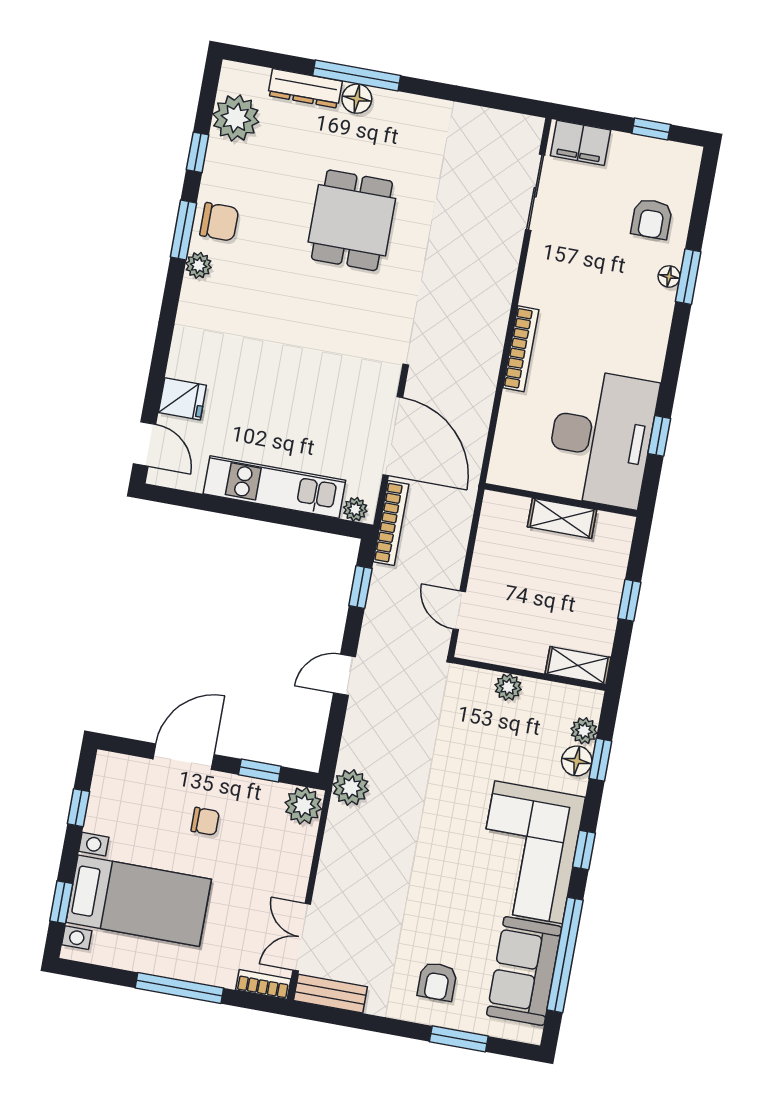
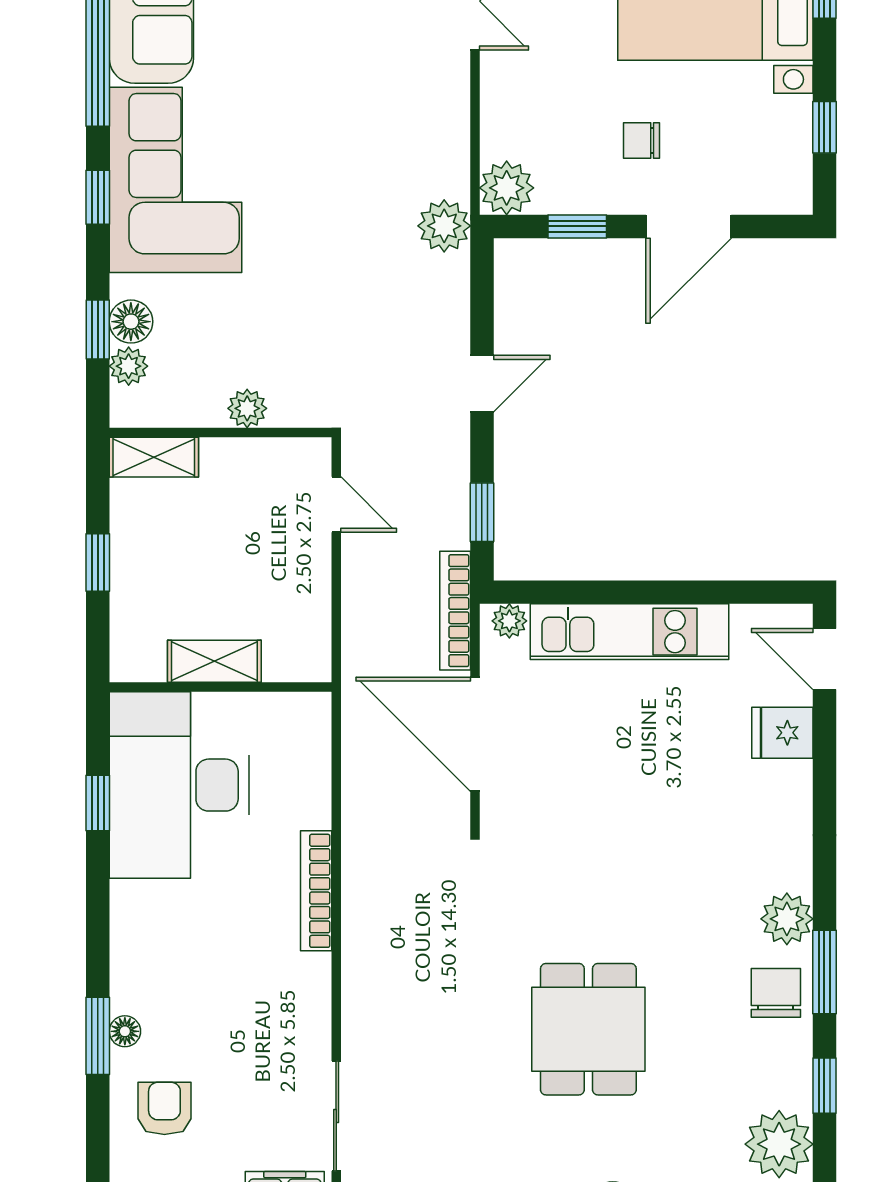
chair: (219, 222) -> (776, 993), turned 90
plant: (199, 265) -> (787, 919), width x1.38, depth x1.38

